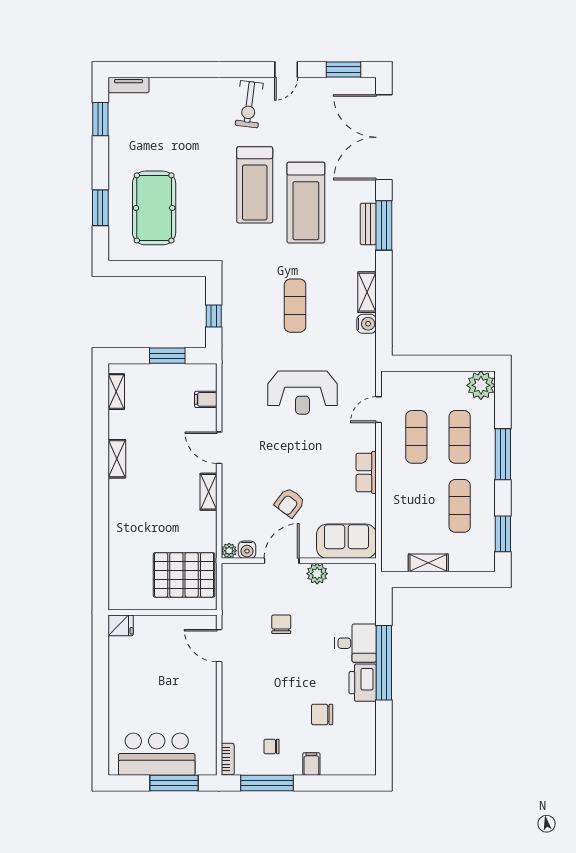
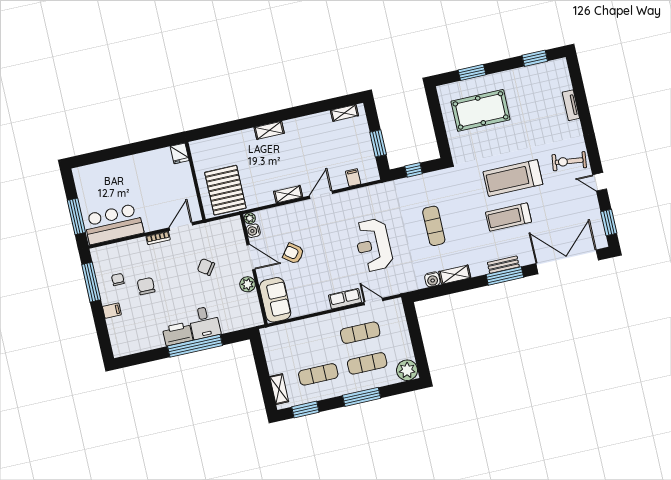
tv unit: (128, 85) -> (571, 105), moved
treadmill: (306, 203) -> (509, 217), width x0.73, depth x0.73
exercise mat: (295, 306) -> (434, 226), turned 90
shelving: (117, 459) -> (269, 130), moved
row of seats: (366, 473) -> (345, 299), moved
shelving: (428, 563) -> (279, 389), moved
chair: (281, 624) -> (206, 267), turned -145
chair: (322, 714) -> (146, 286), moved
bar counter: (157, 754) -> (114, 224), moved, turned -90
bookcase: (228, 759) -> (158, 238), moved

